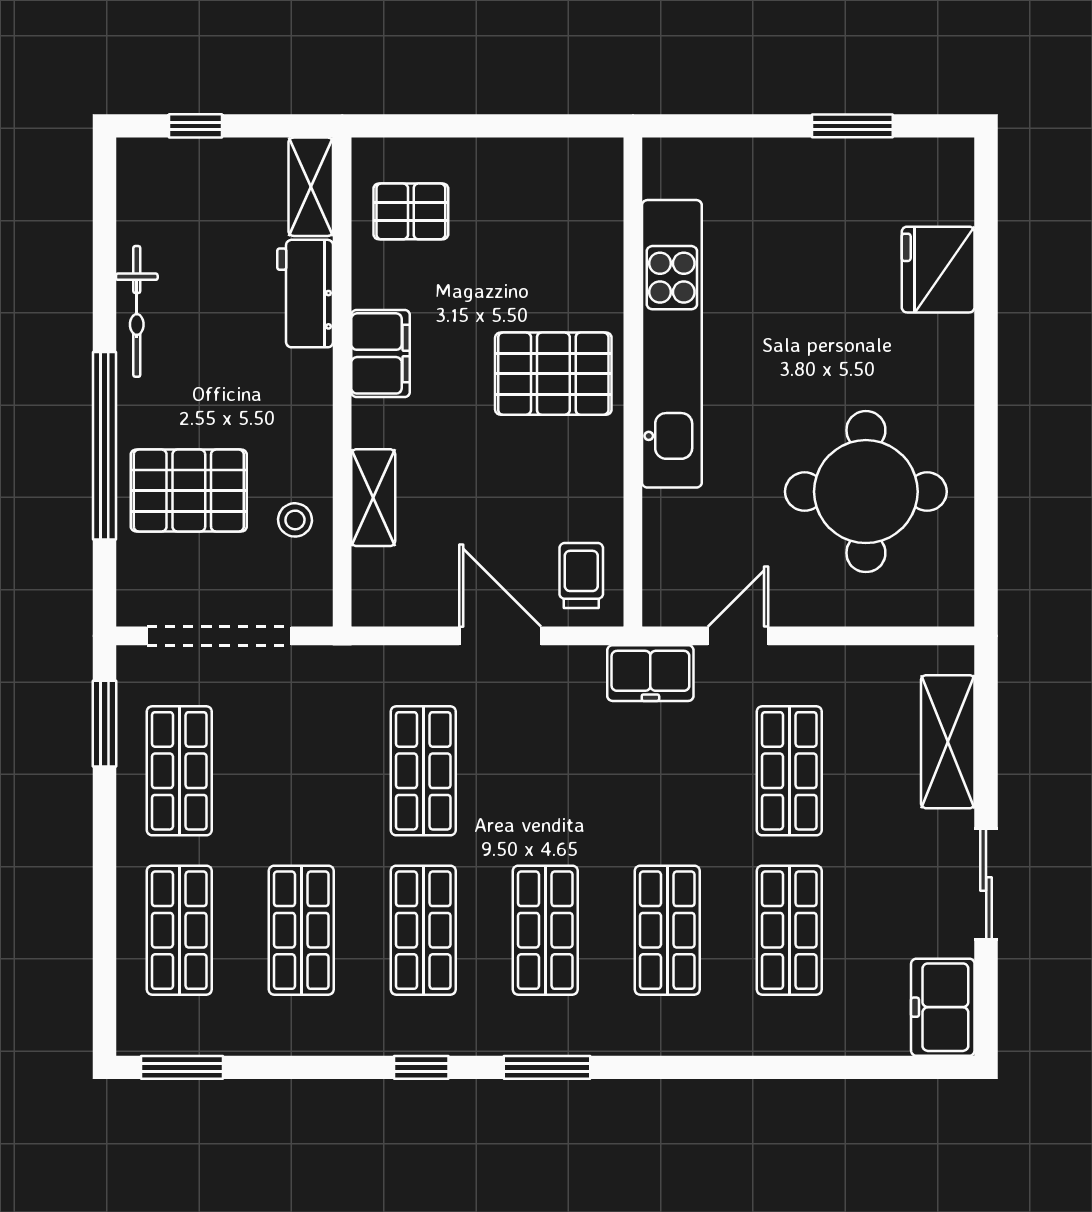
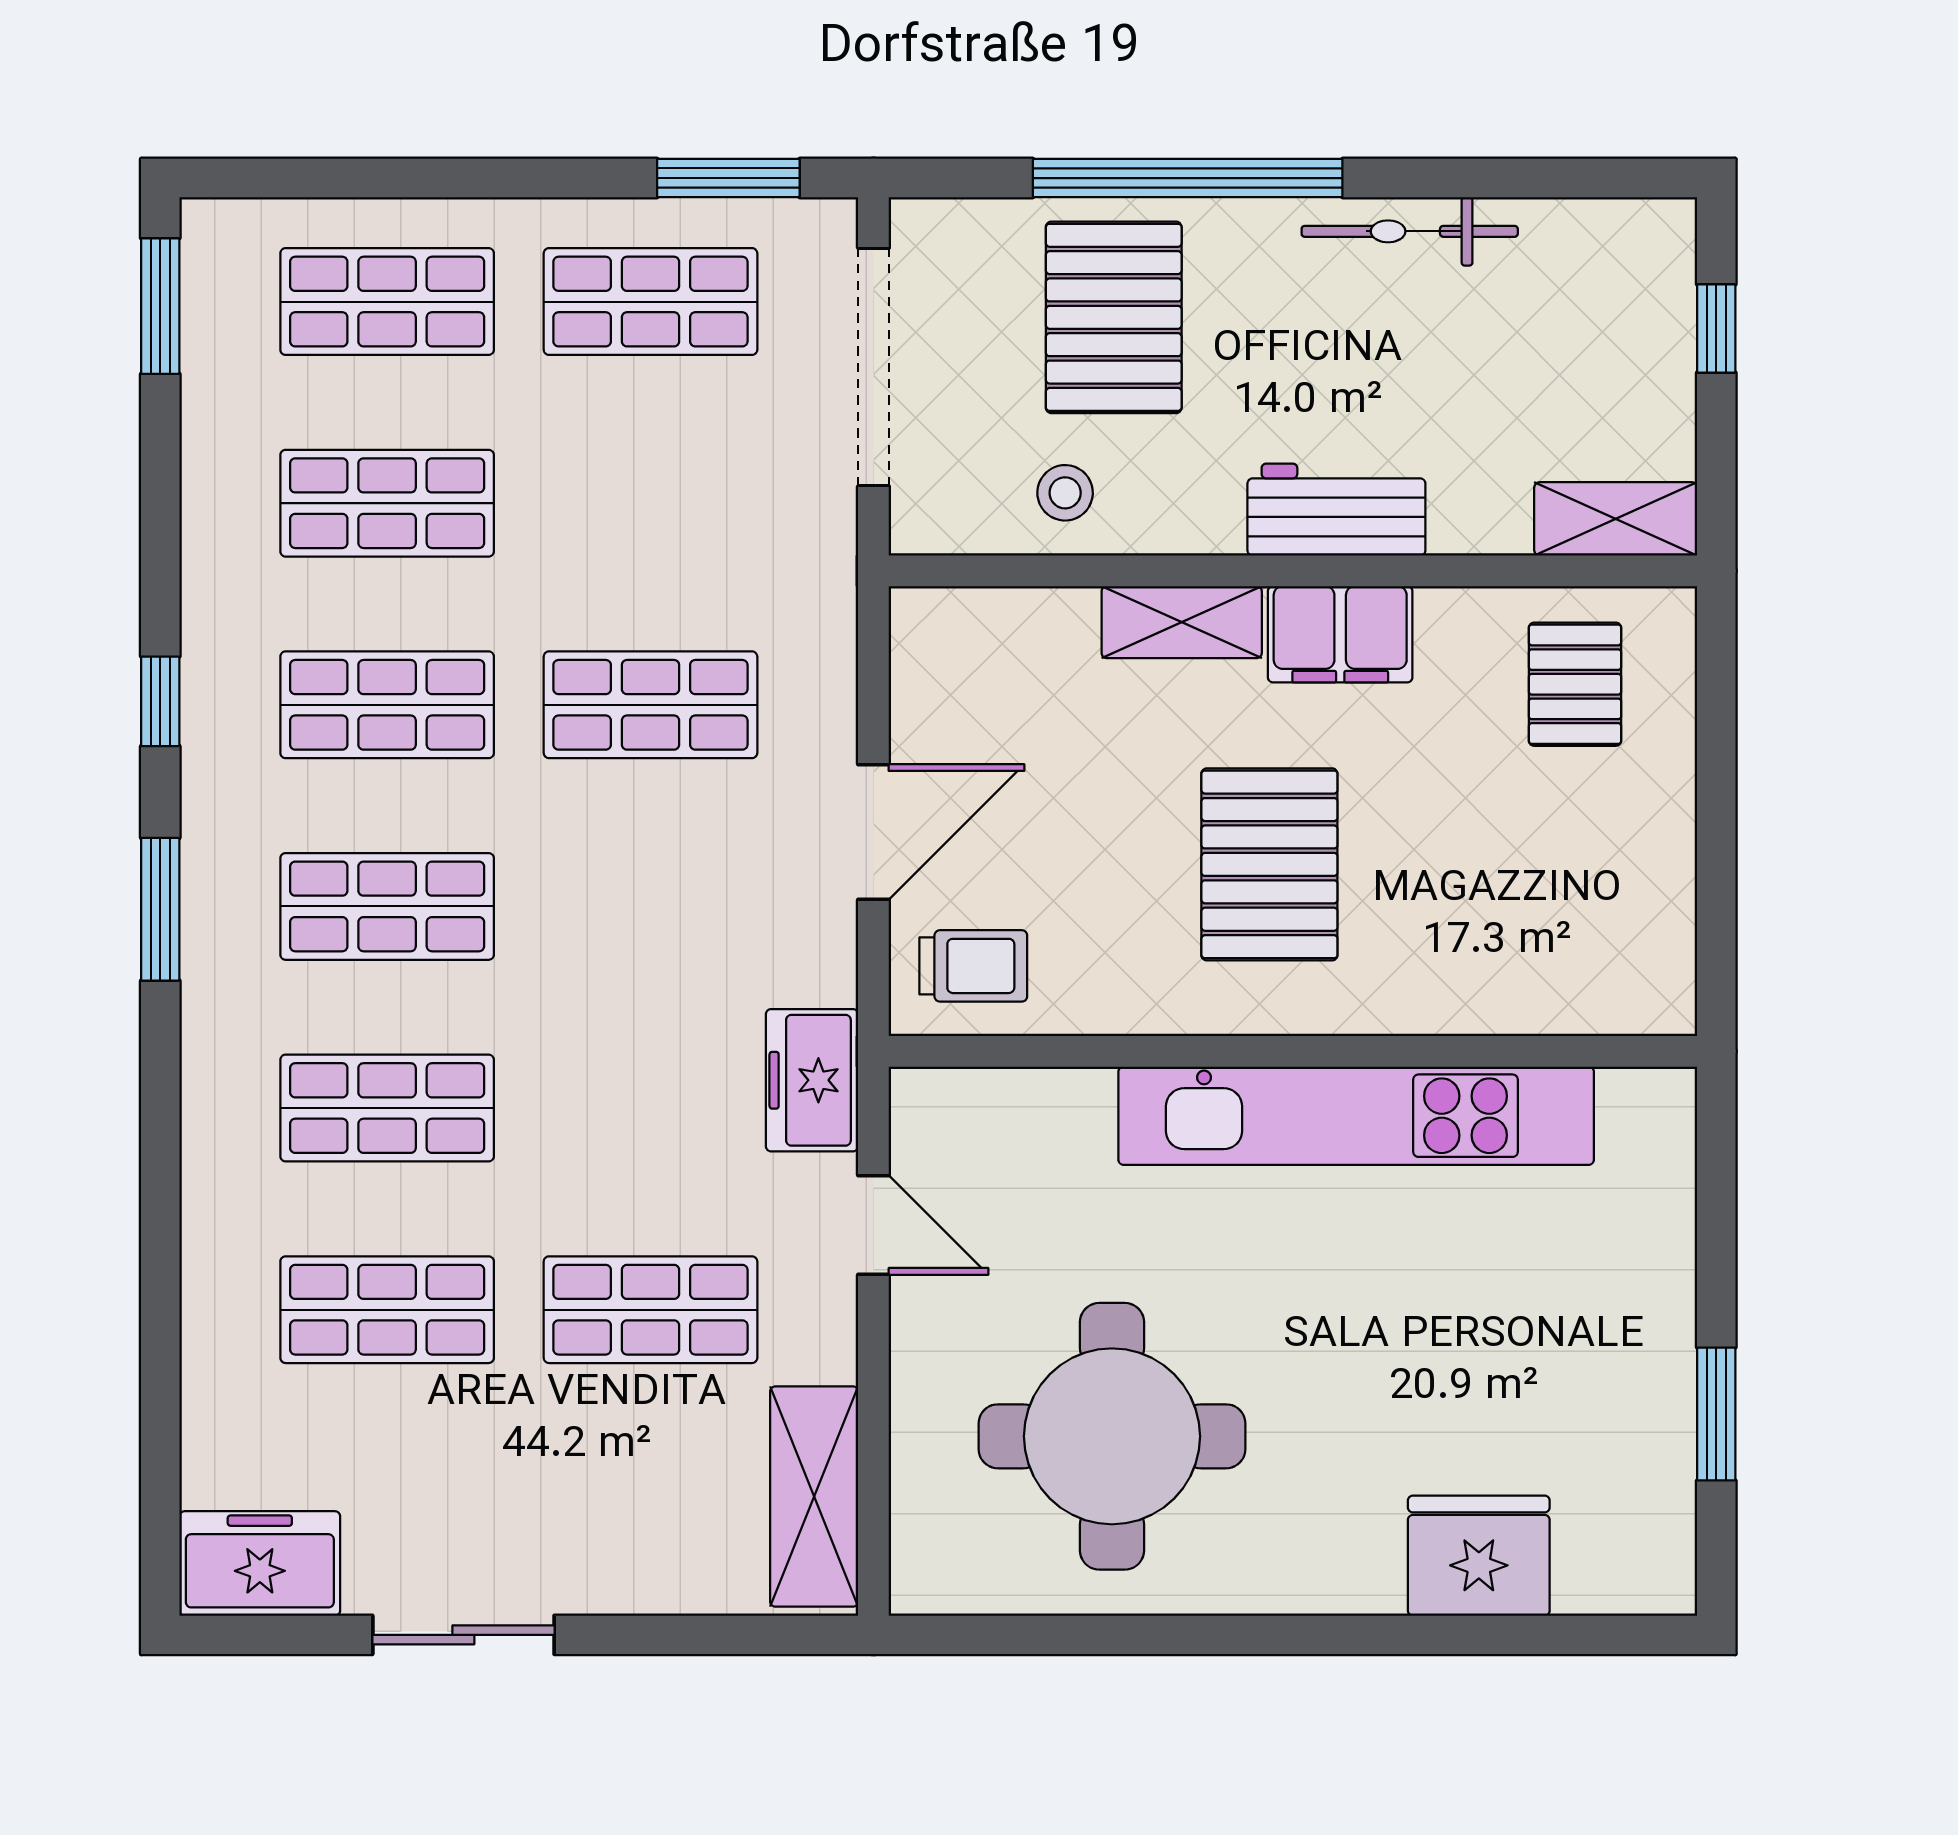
workbench: (305, 294) -> (1336, 510), moved
pallet: (553, 374) -> (1269, 864), moved
shelving: (373, 498) -> (1182, 622), moved
shelving: (948, 742) -> (814, 1497), moved, turned 90

